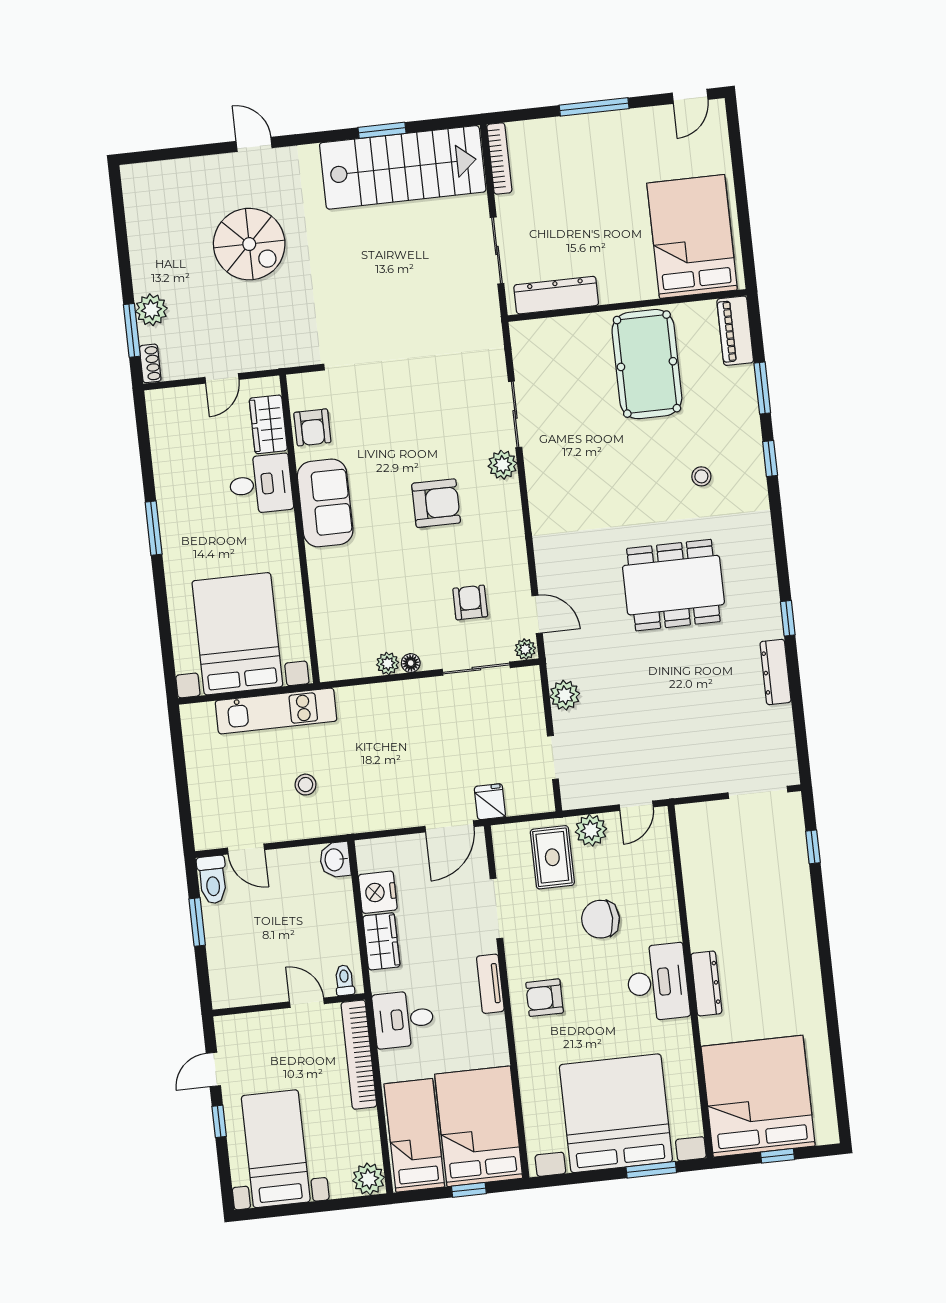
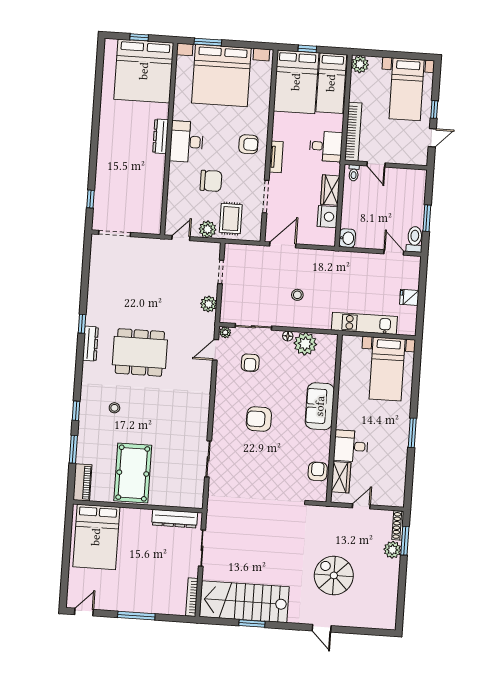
shoe rack: (150, 363) -> (398, 526), width x1.43
plant: (503, 465) -> (220, 433), removed
sofa: (325, 503) -> (320, 406), moved
door: (537, 614) -> (215, 350), hinge flipped
bed with nightstands: (237, 634) -> (387, 369), width x0.73
plant: (388, 664) -> (305, 344), width x1.87, depth x1.87
dresser: (776, 672) -> (90, 344), moved
stool: (306, 785) -> (297, 295), moved
fridge: (490, 802) -> (409, 297), moved, turned 90

